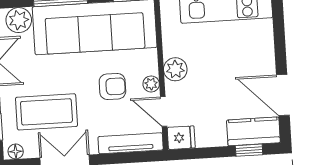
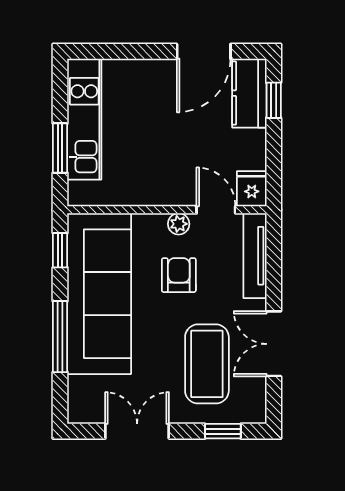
plant: (19, 20) -> (84, 393), removed
plant: (175, 69) -> (161, 191), removed
door: (164, 112) -> (216, 210), swing flipped
floor lamp: (16, 151) -> (257, 408), removed

